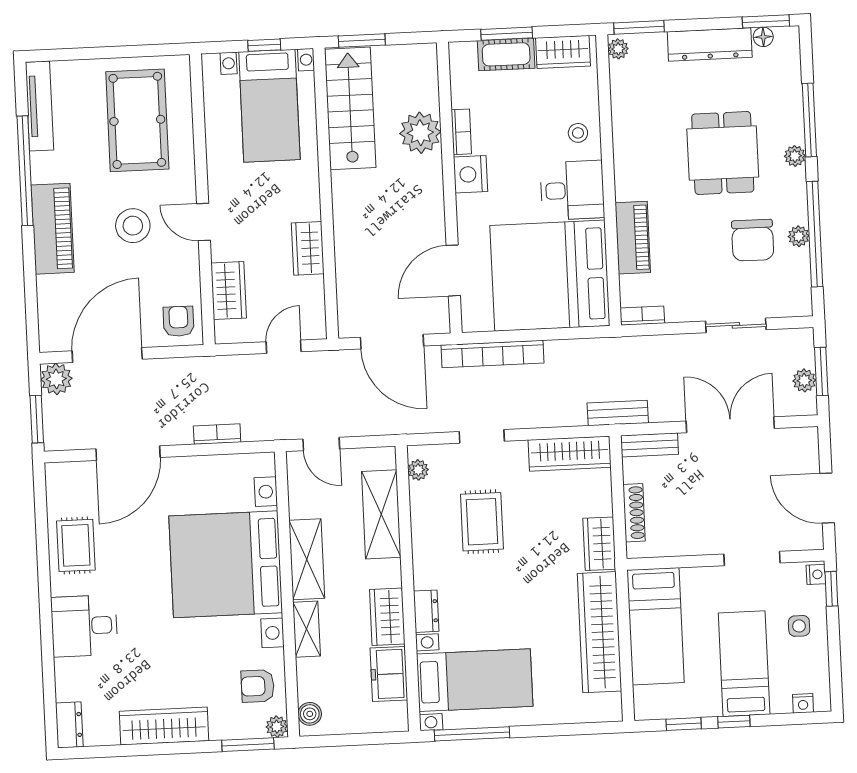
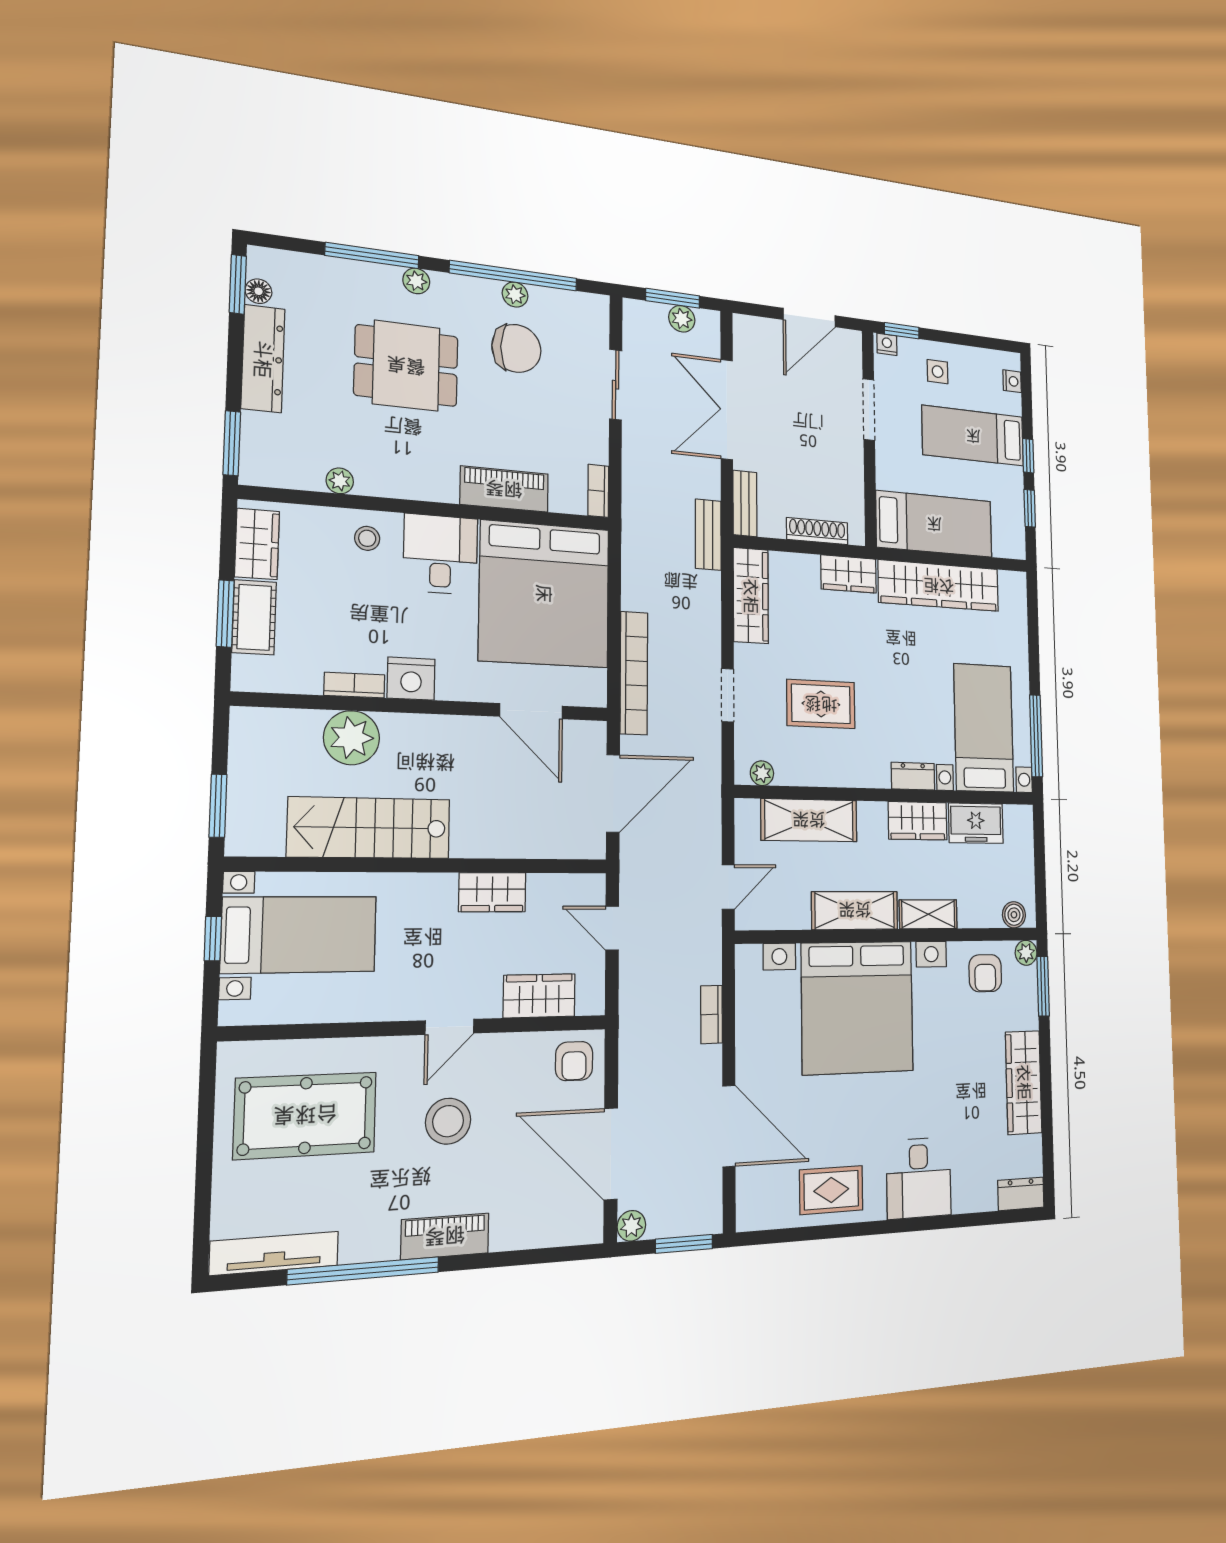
plant: (618, 49) -> (340, 481), moved
stairs: (350, 108) -> (369, 828), moved
piano: (53, 229) -> (445, 1236), width x0.73, depth x0.75
armchair: (179, 321) -> (574, 1061), turned -90
plant: (56, 379) -> (631, 1226), width x0.73, depth x0.73

